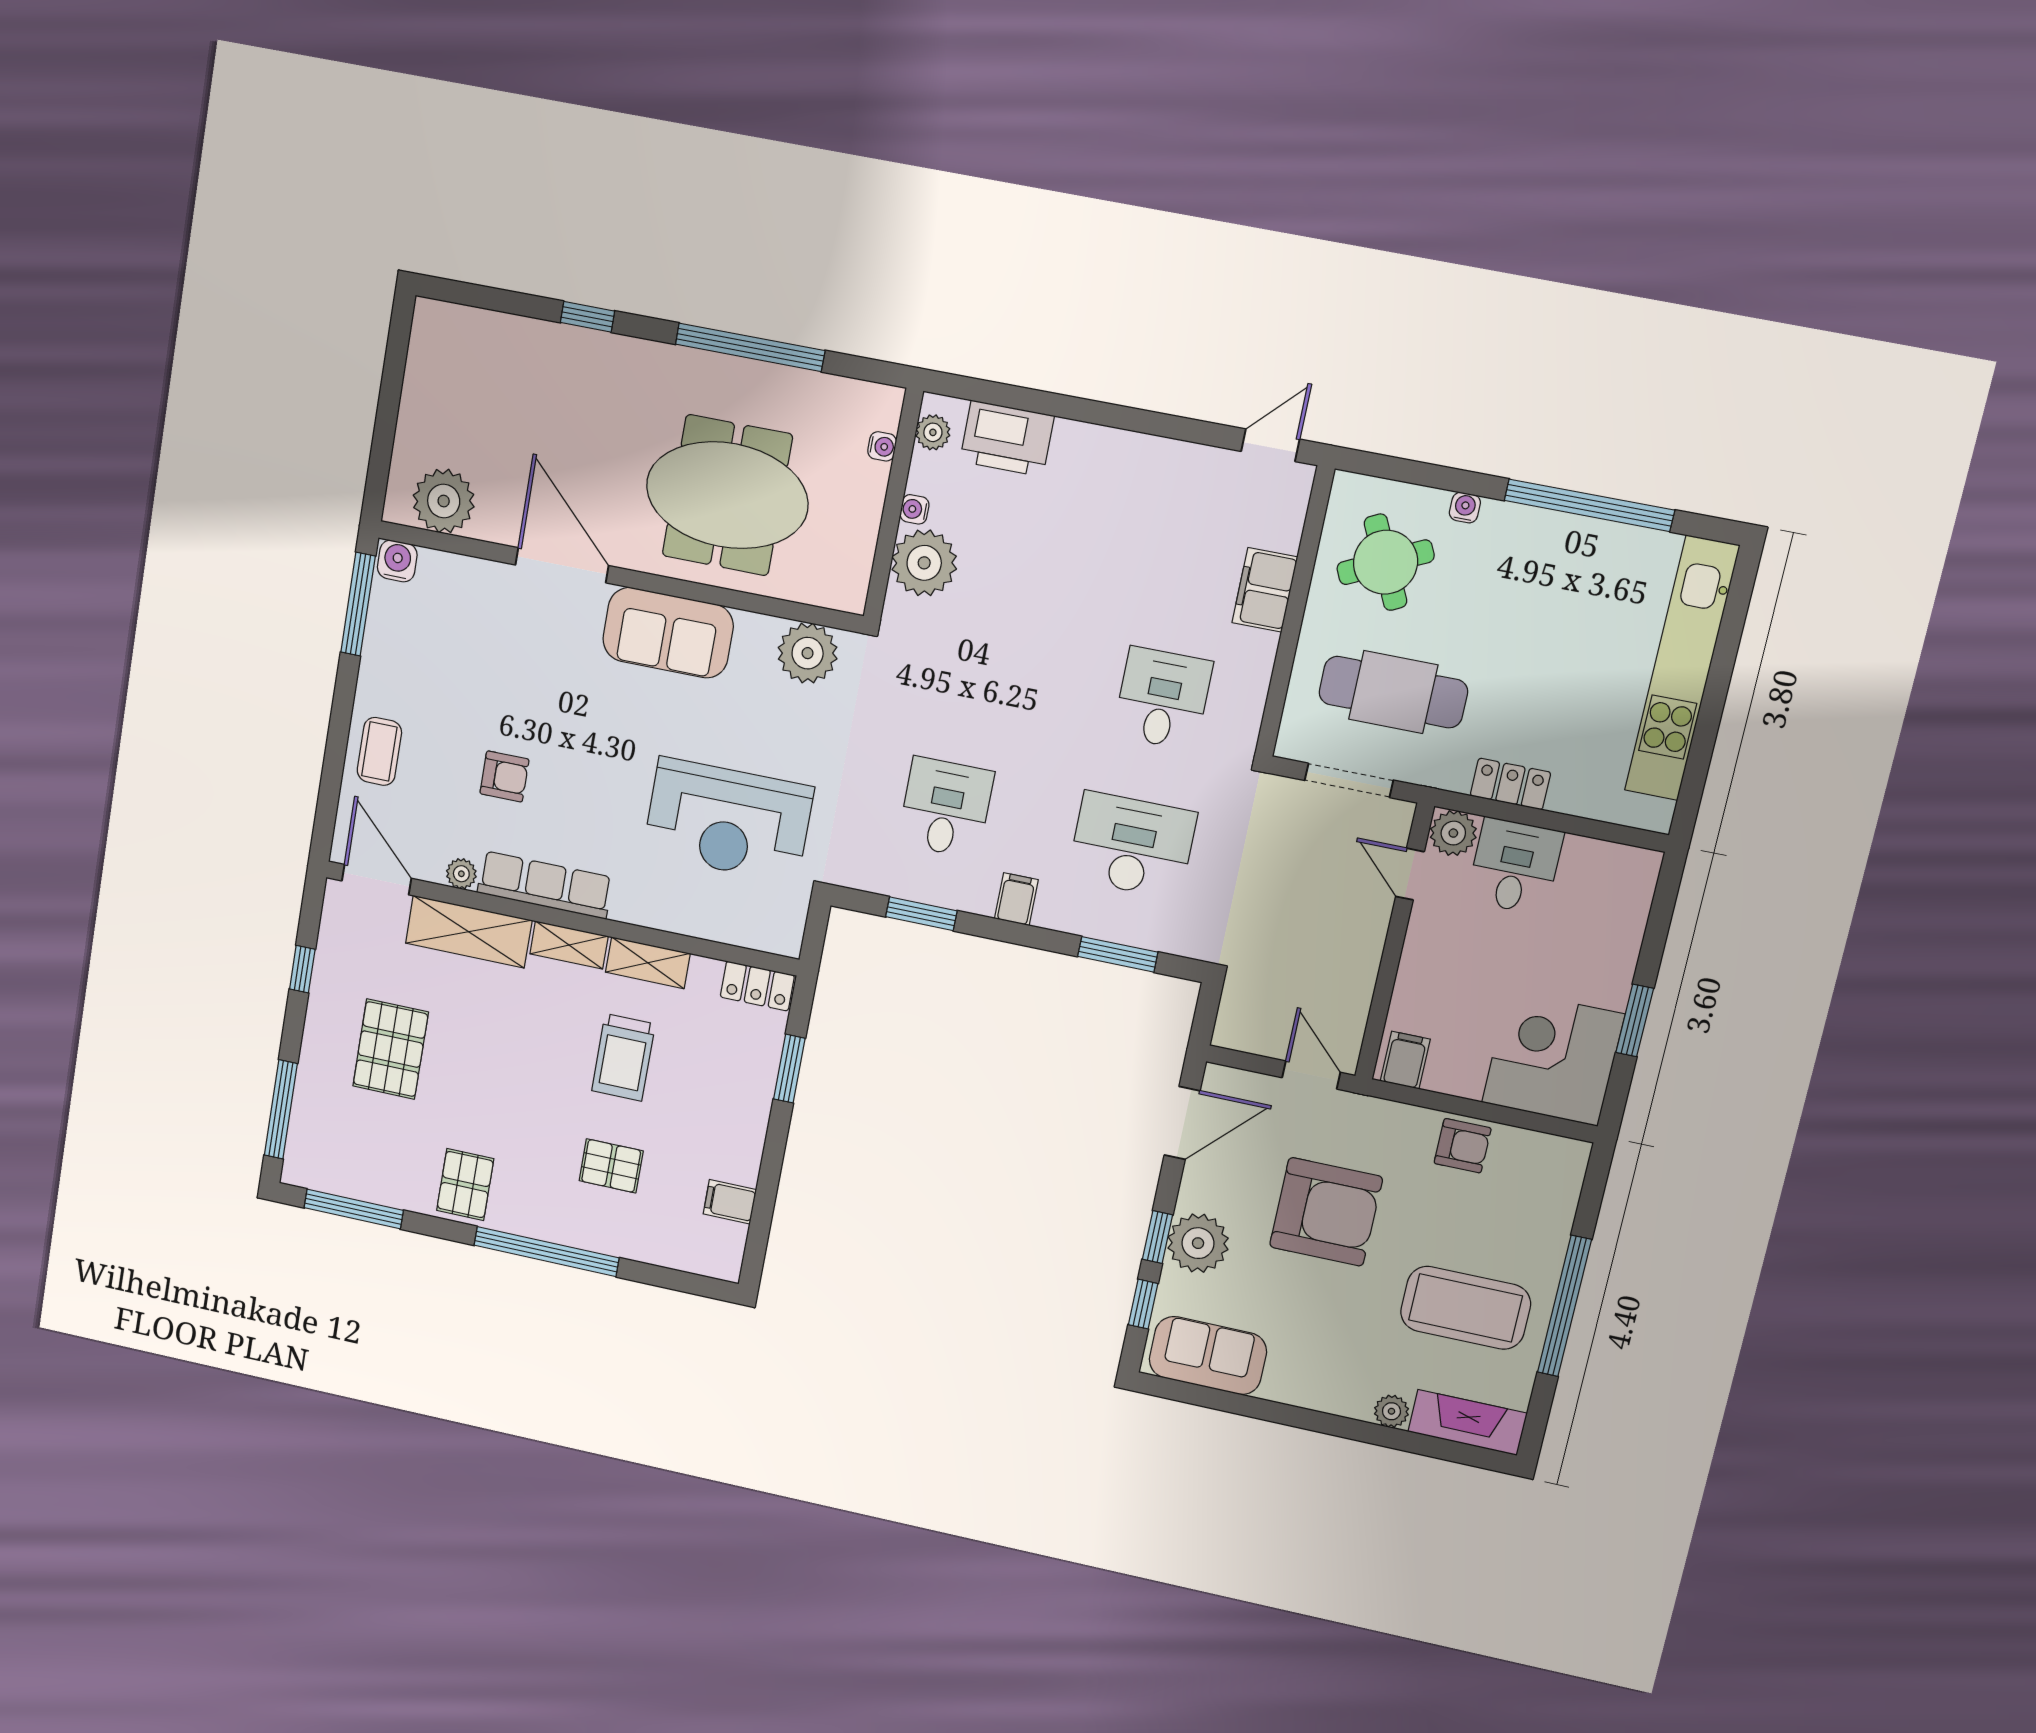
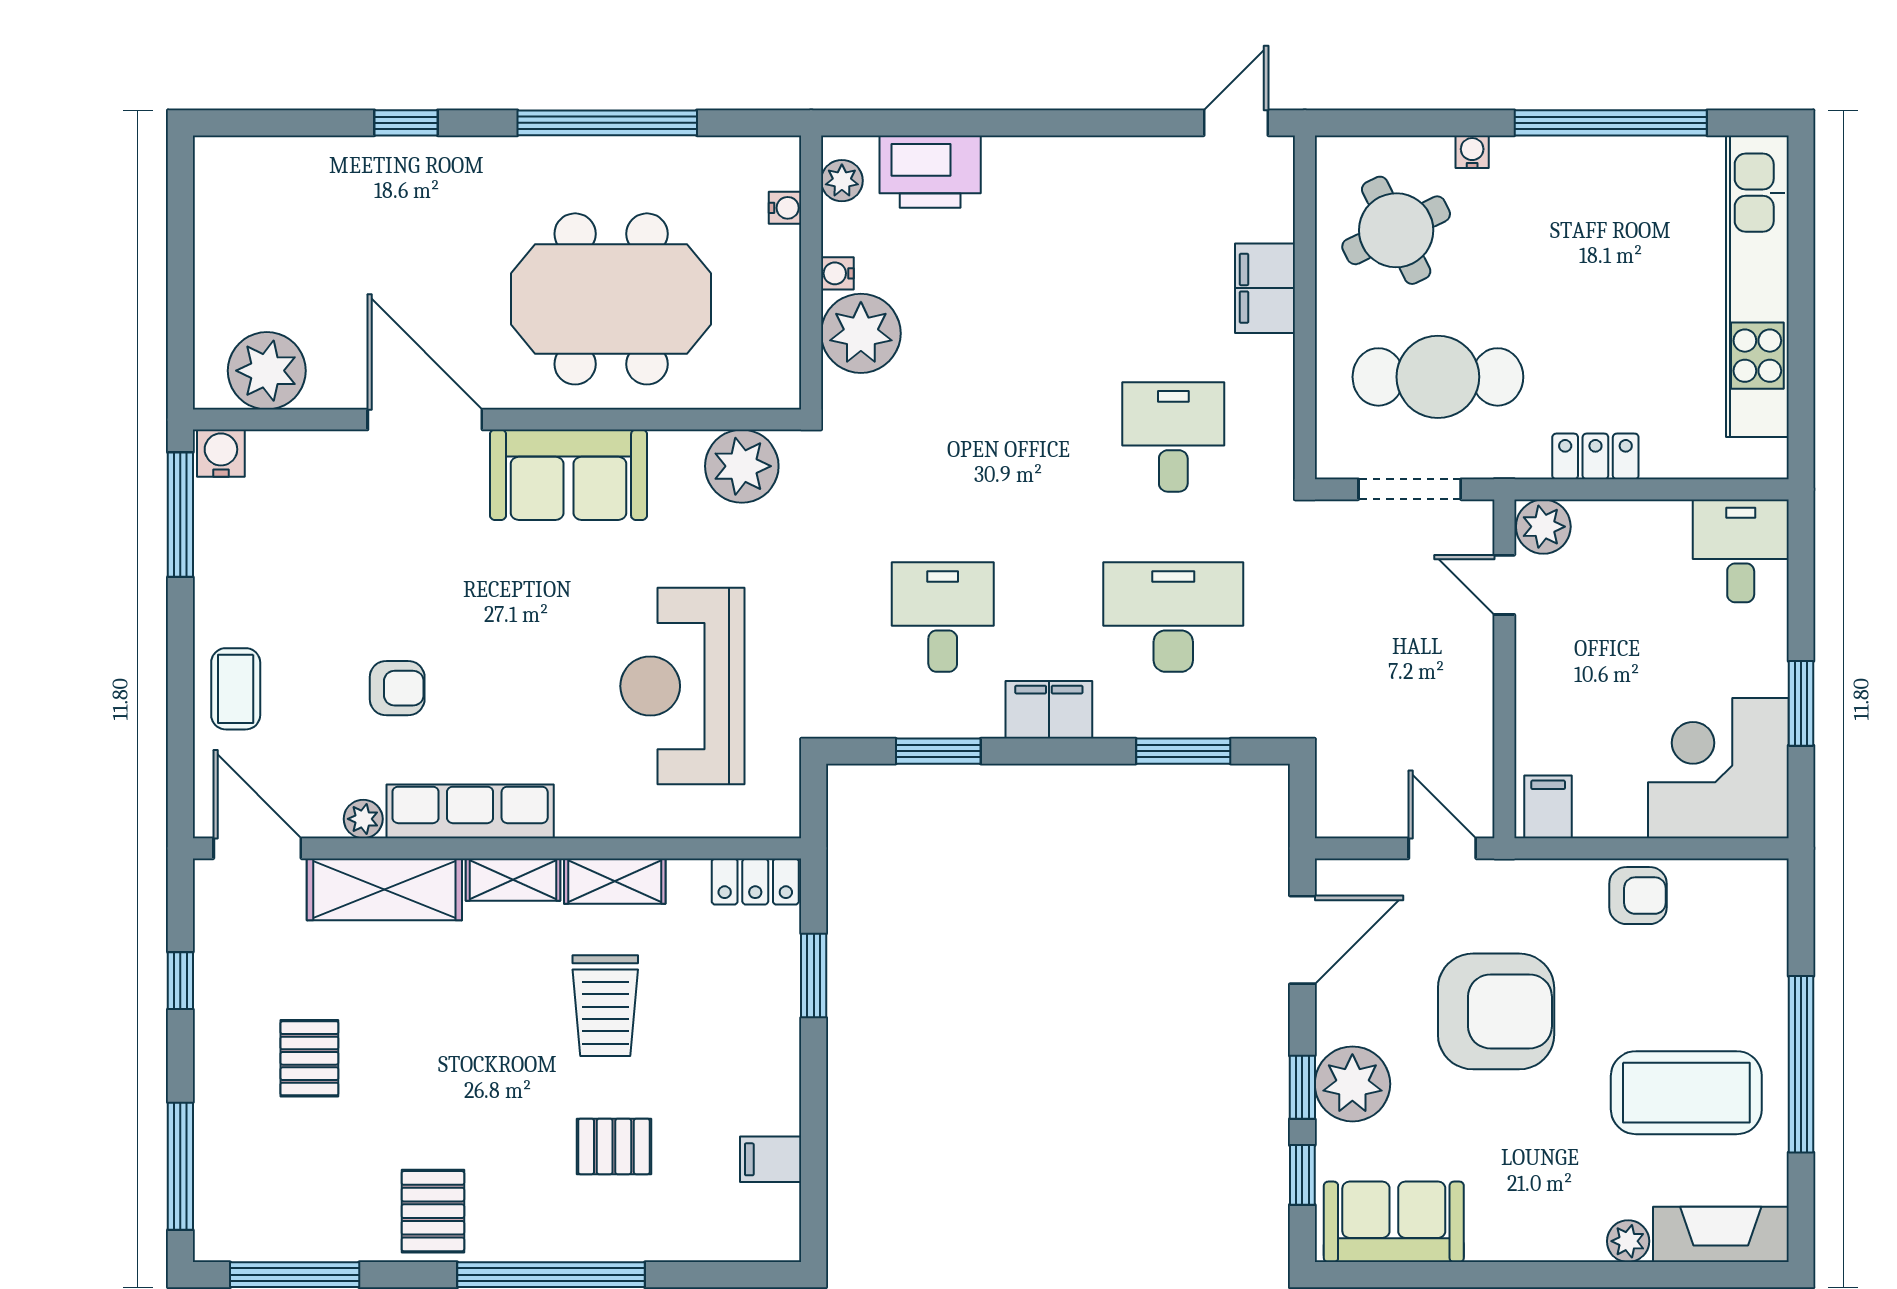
reception desk: (728, 820) -> (682, 686), turned 90
desk: (1515, 866) -> (1741, 551), moved
filing cabinet: (1016, 899) -> (1049, 710), width x2.00
pallet: (391, 1049) -> (309, 1058), width x0.67, depth x0.71

